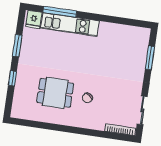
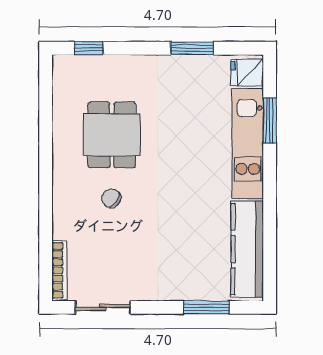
window: (60, 12) -> (270, 121), width x0.69
kitchen counter: (123, 33) -> (247, 249), added
window: (12, 78) -> (89, 48), moved

